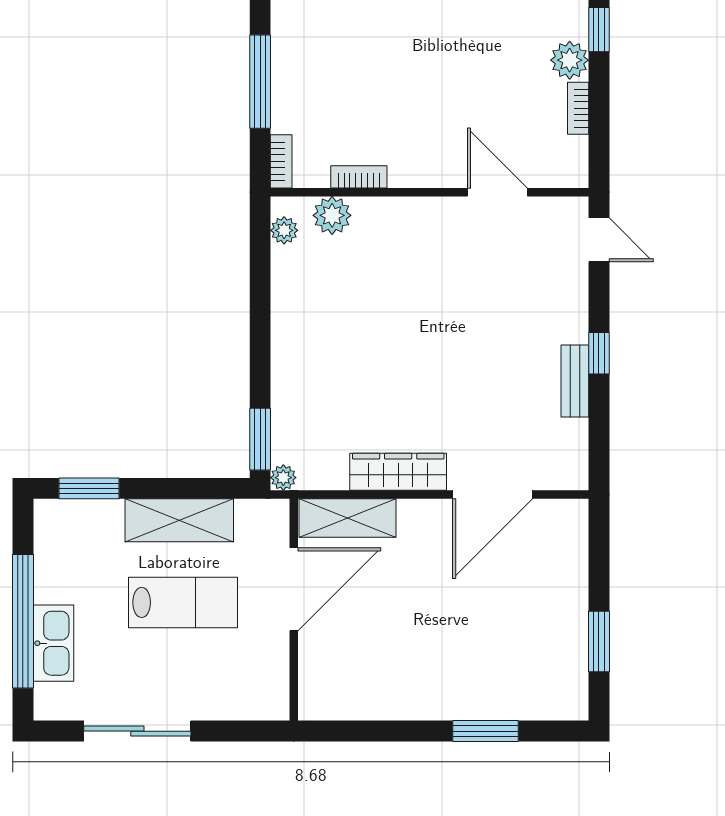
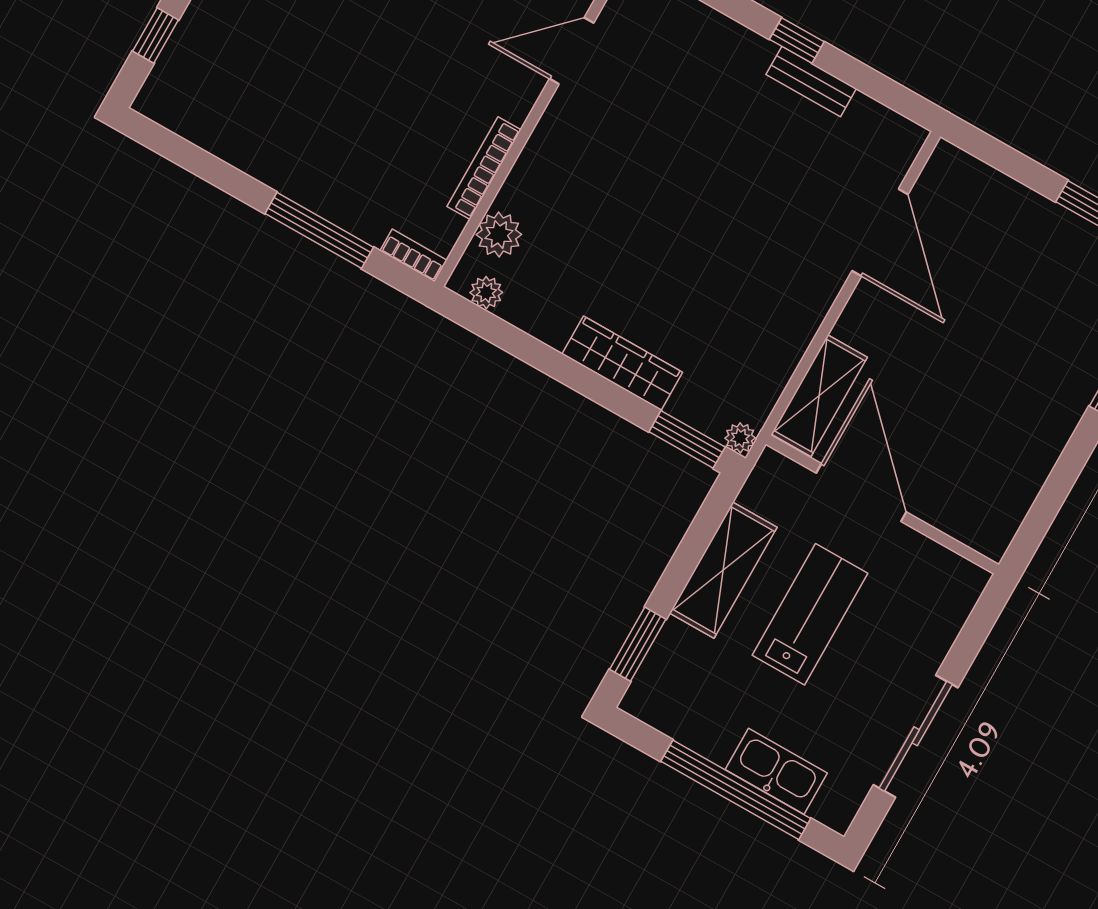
bookcase: (359, 177) -> (484, 168), width x1.56
wardrobe: (398, 472) -> (622, 363), moved, turned 90

